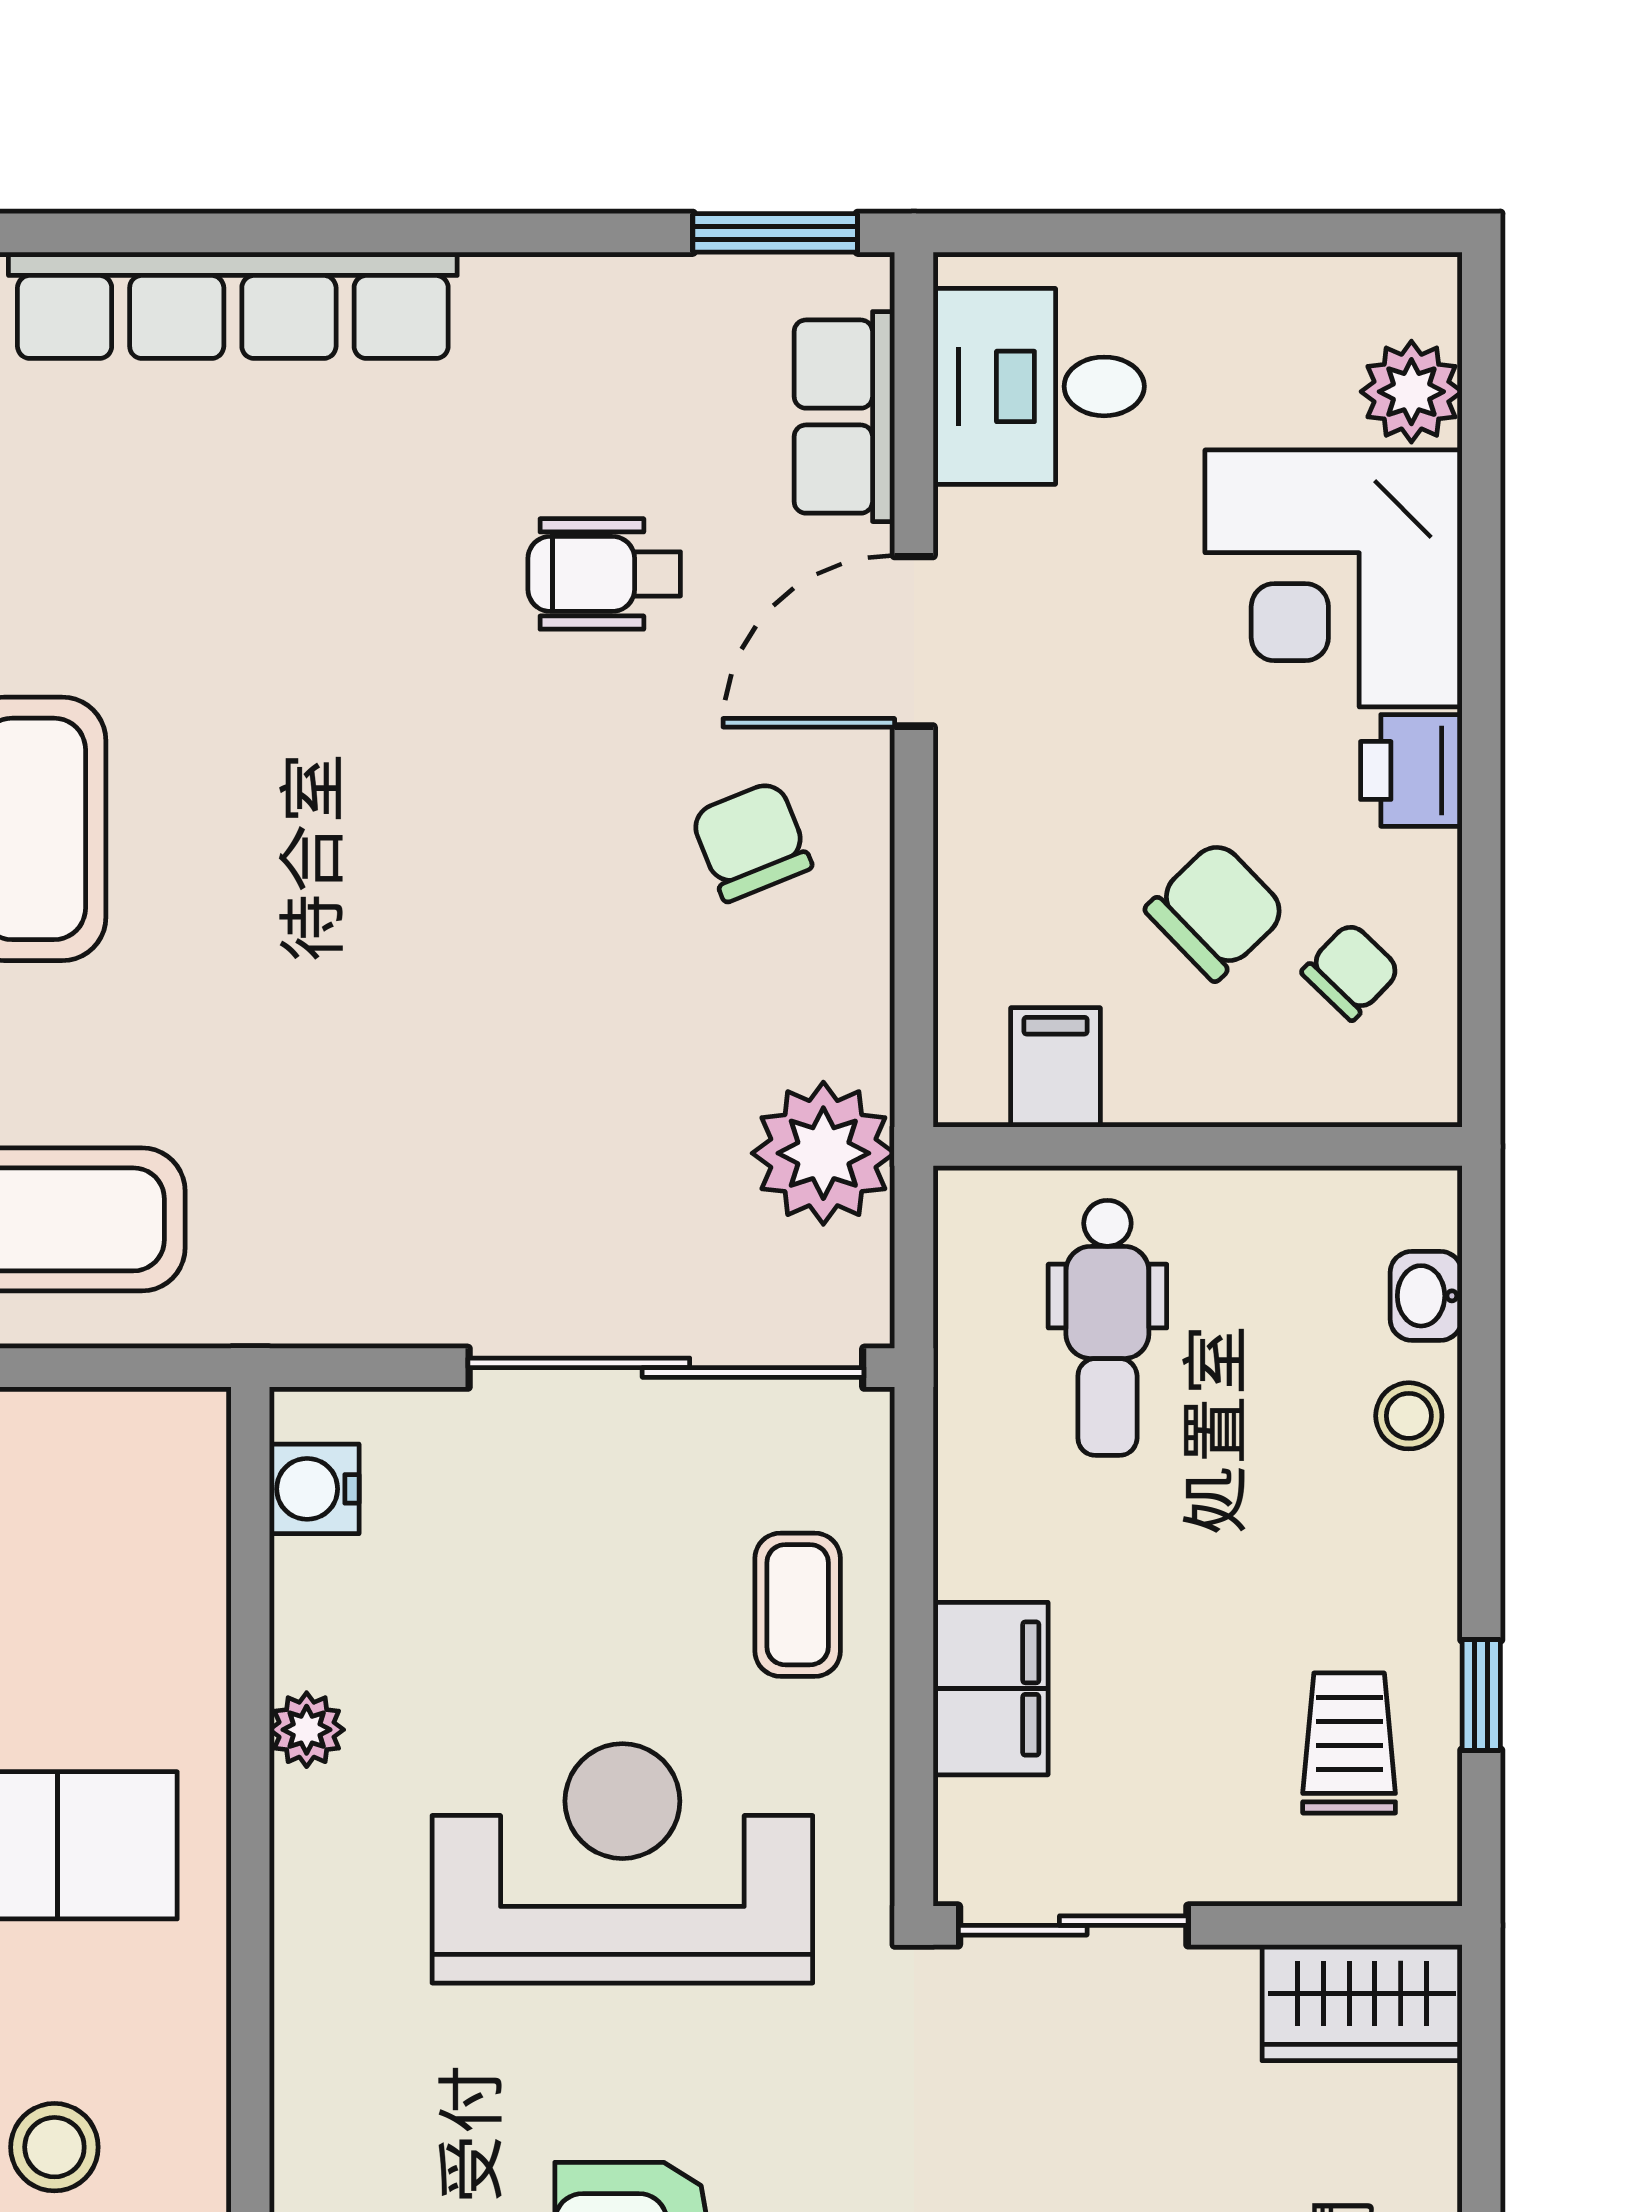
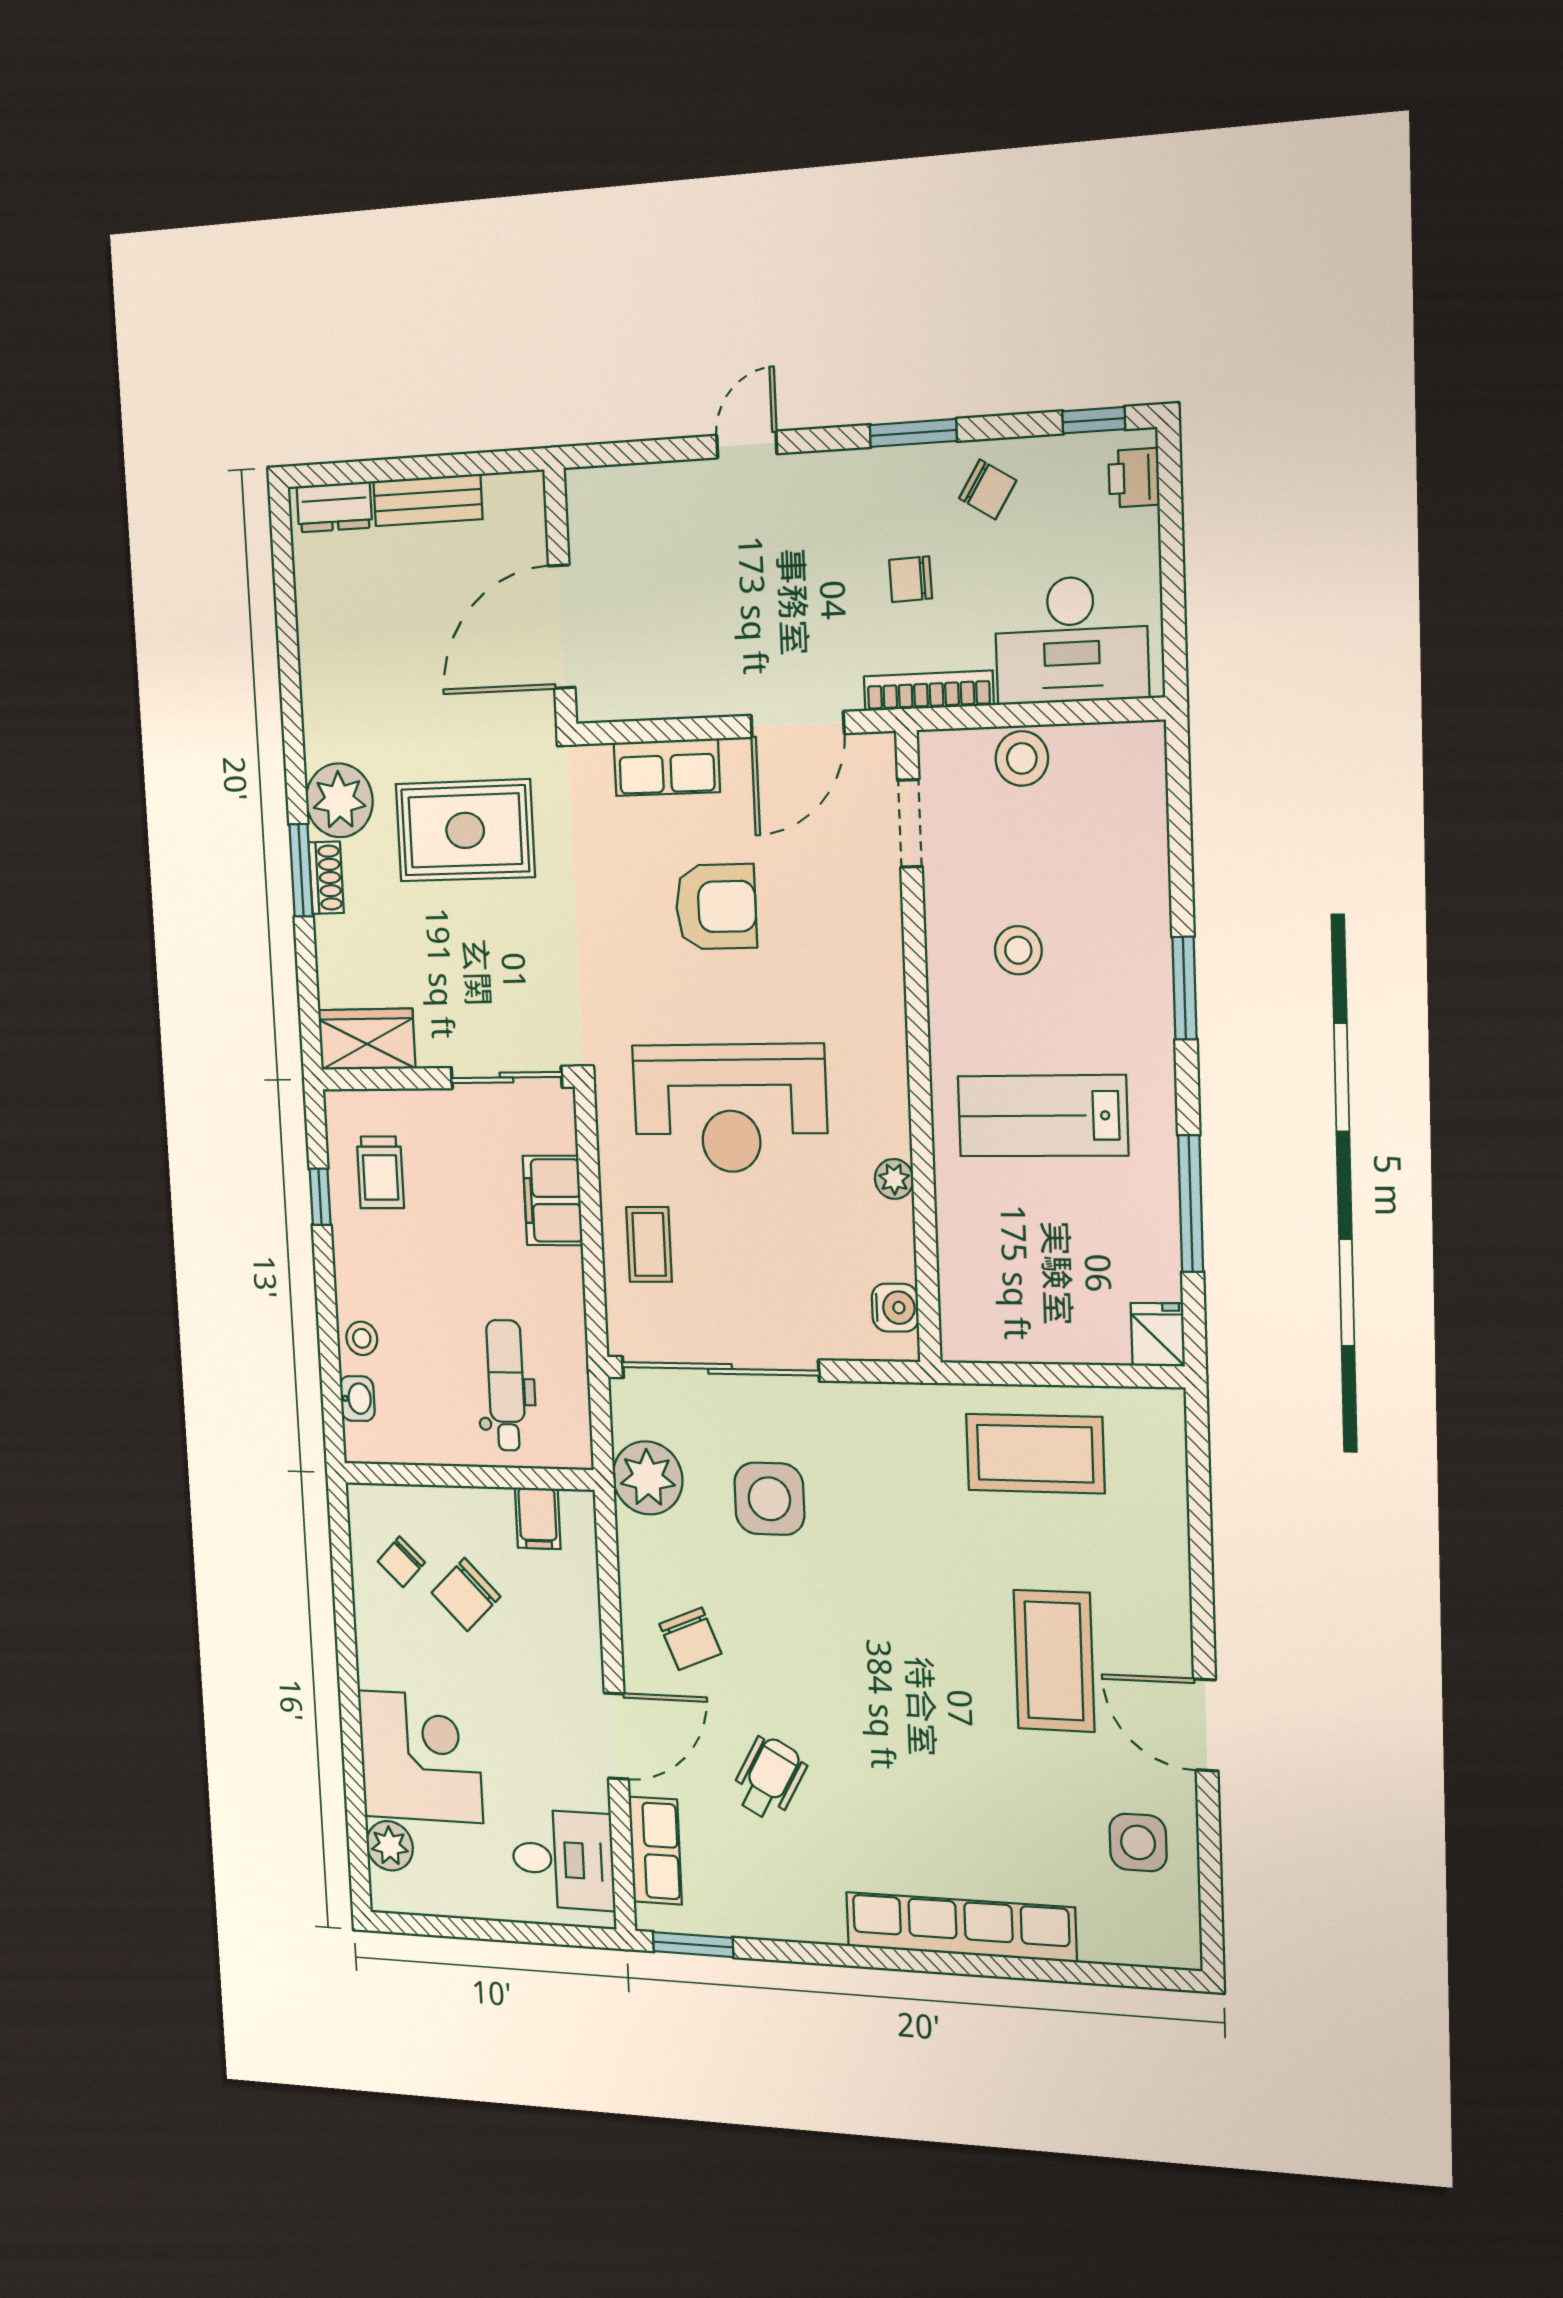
wheelchair: (604, 574) -> (769, 1778), turned -61
printer: (1411, 770) -> (379, 1660), removed
side table: (578, 1120) -> (769, 1499), added

